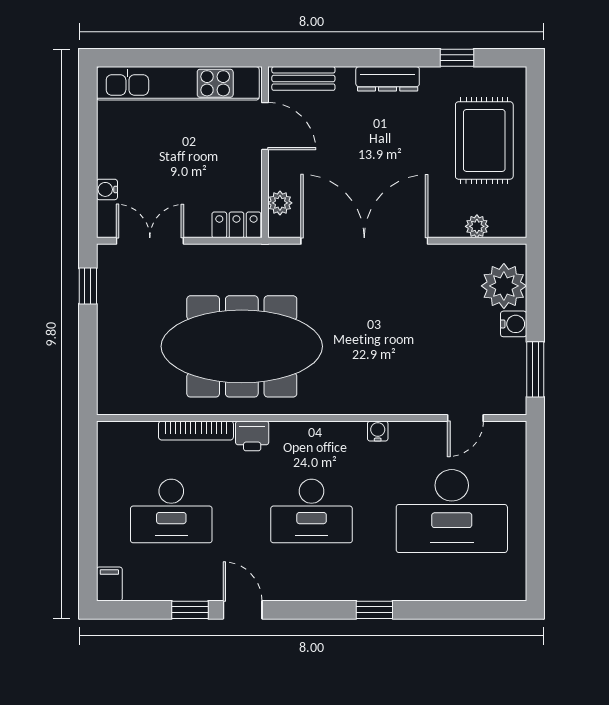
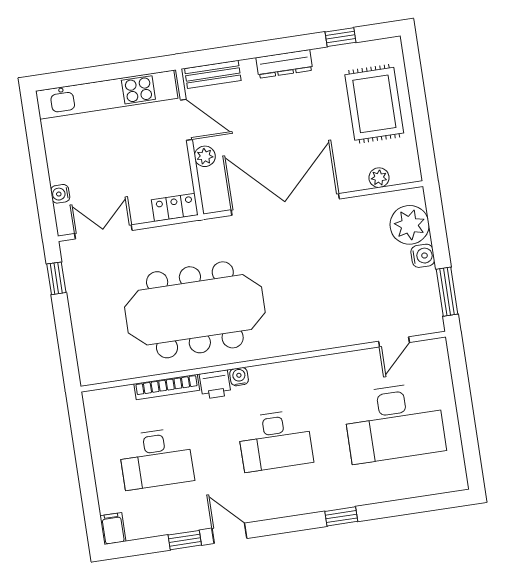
plant: (280, 203) -> (205, 156), moved
water cooler: (378, 431) -> (239, 377), moved

